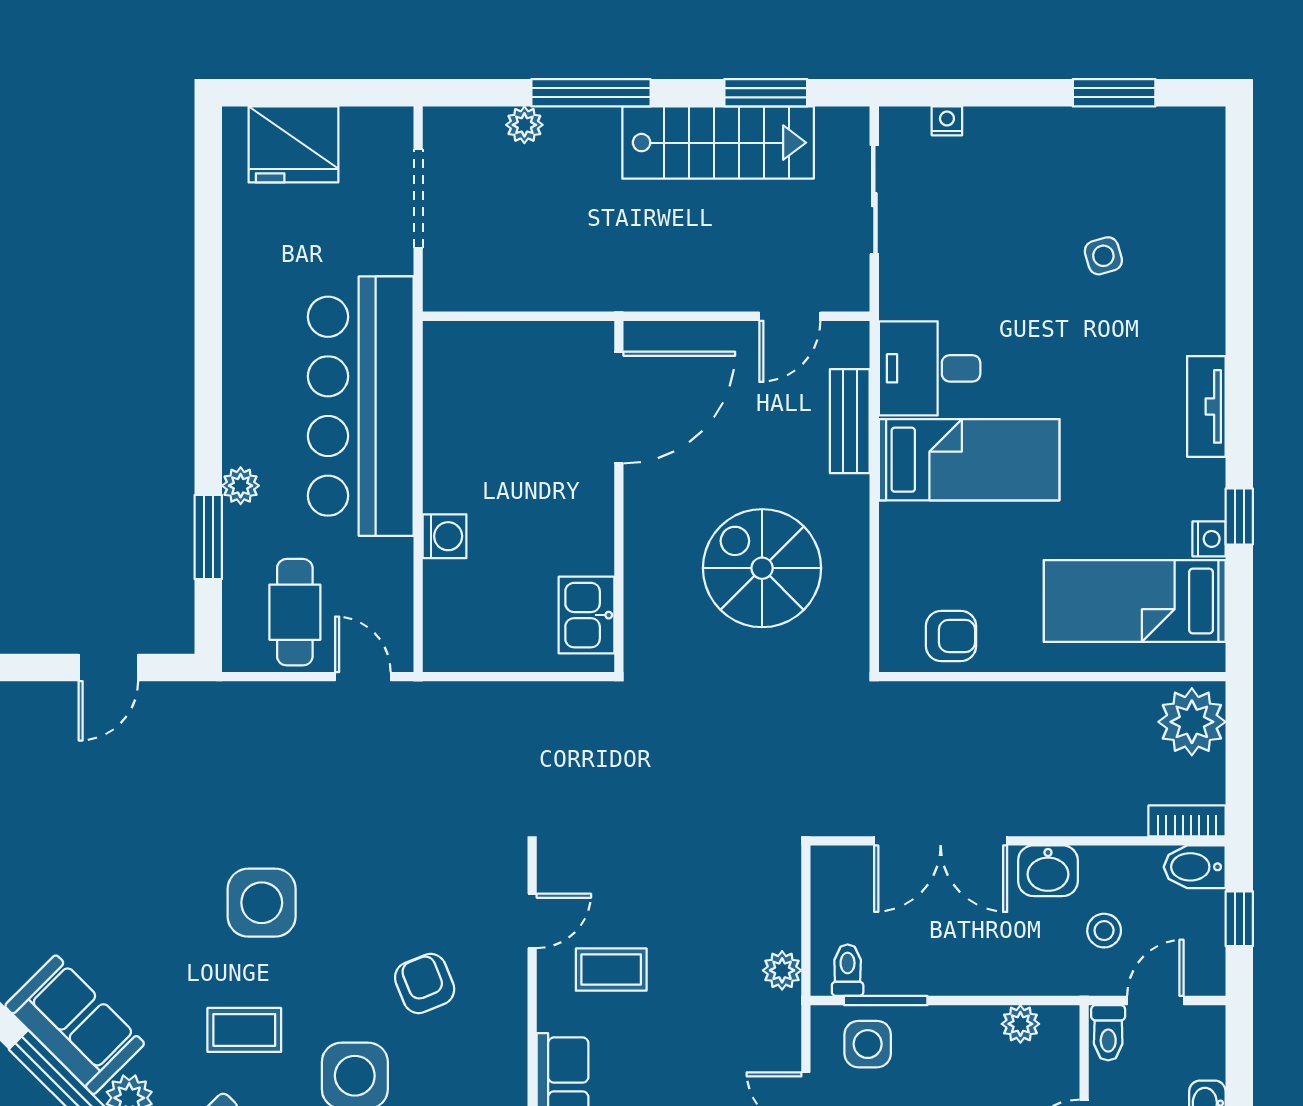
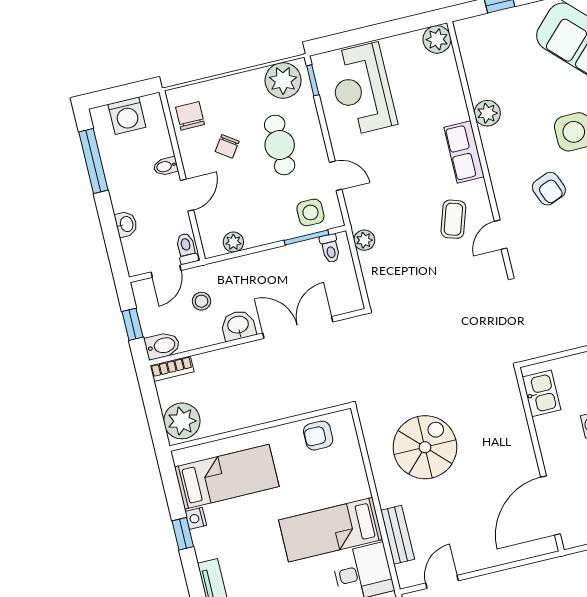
door: (619, 408) -> (551, 506), moved
wall: (619, 496) -> (539, 459), moved
spiral stairs: (762, 568) -> (425, 447), turned -90
kitchen sink: (586, 615) -> (542, 393), moved
coffee table: (611, 970) -> (453, 219), turned -72

